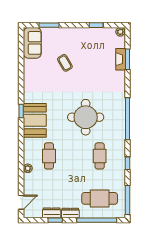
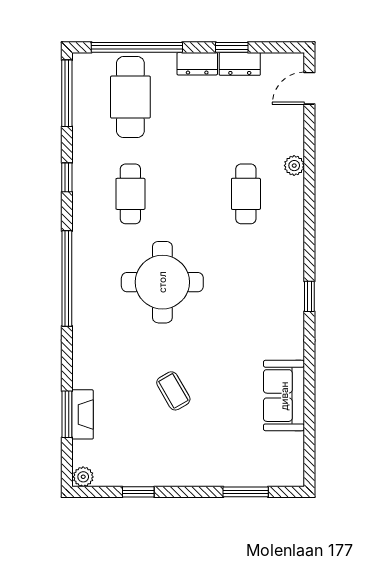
sofa: (32, 43) -> (284, 396), moved
coffee table: (65, 63) -> (173, 391), moved
booth: (35, 120) -> (278, 275), removed
cafe table: (100, 198) -> (130, 97), turned 90

